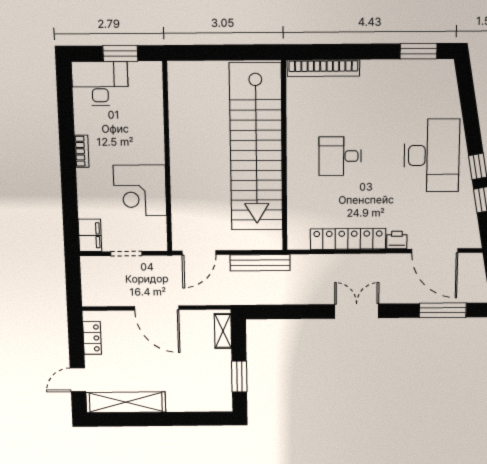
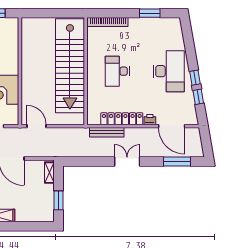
window: (418, 51) -> (150, 13), moved
desk: (340, 156) -> (117, 71), width x1.37
door: (199, 253) -> (37, 126), swing flipped
bench: (260, 263) -> (107, 132), moved

